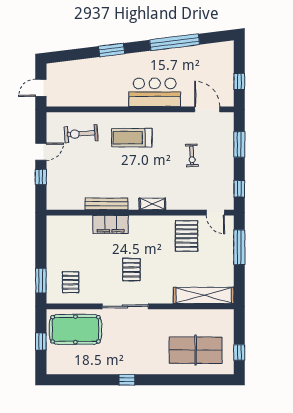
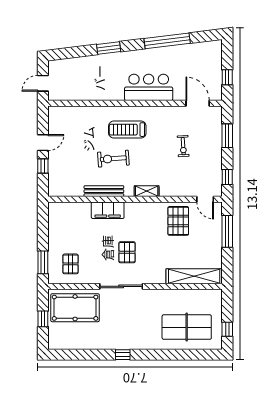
exercise bike: (81, 134) -> (113, 159), moved

